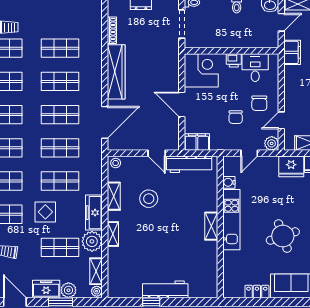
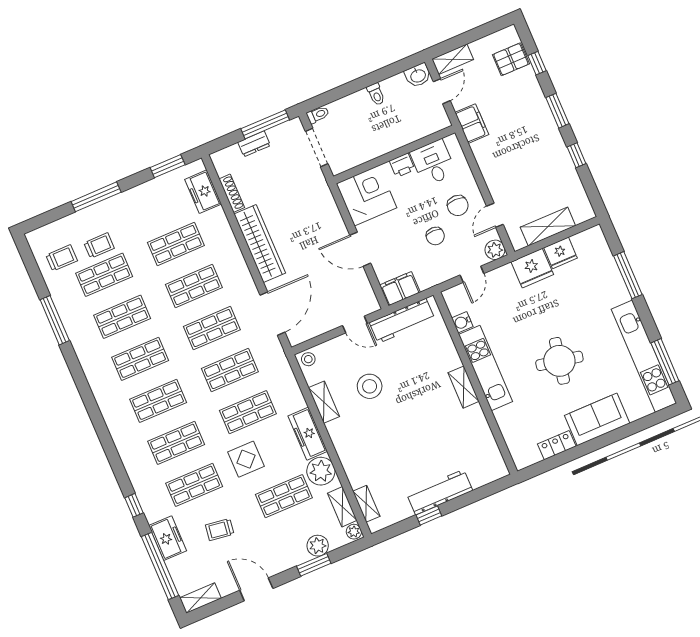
shelving: (113, 234) -> (366, 504), moved
round table: (283, 236) -> (559, 361), turned 30
freezer: (46, 289) -> (203, 192), moved, turned -90

